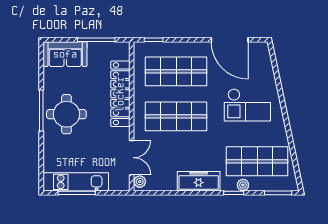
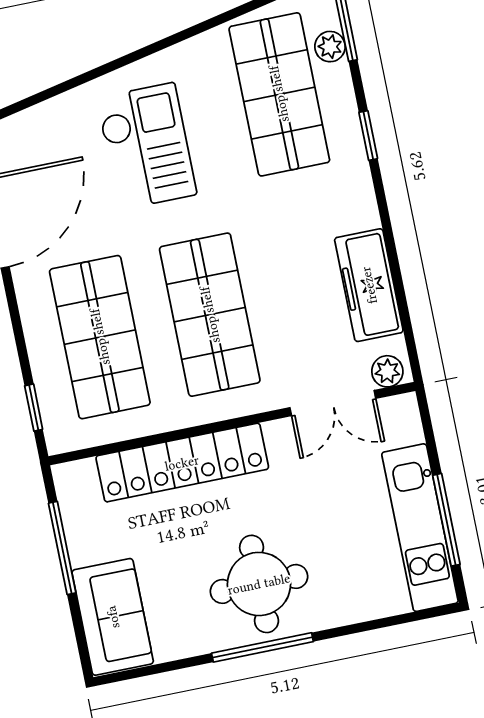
double door: (132, 158) -> (333, 403), swing flipped
freezer: (199, 181) -> (369, 285), moved
plant: (243, 185) -> (330, 47), moved

